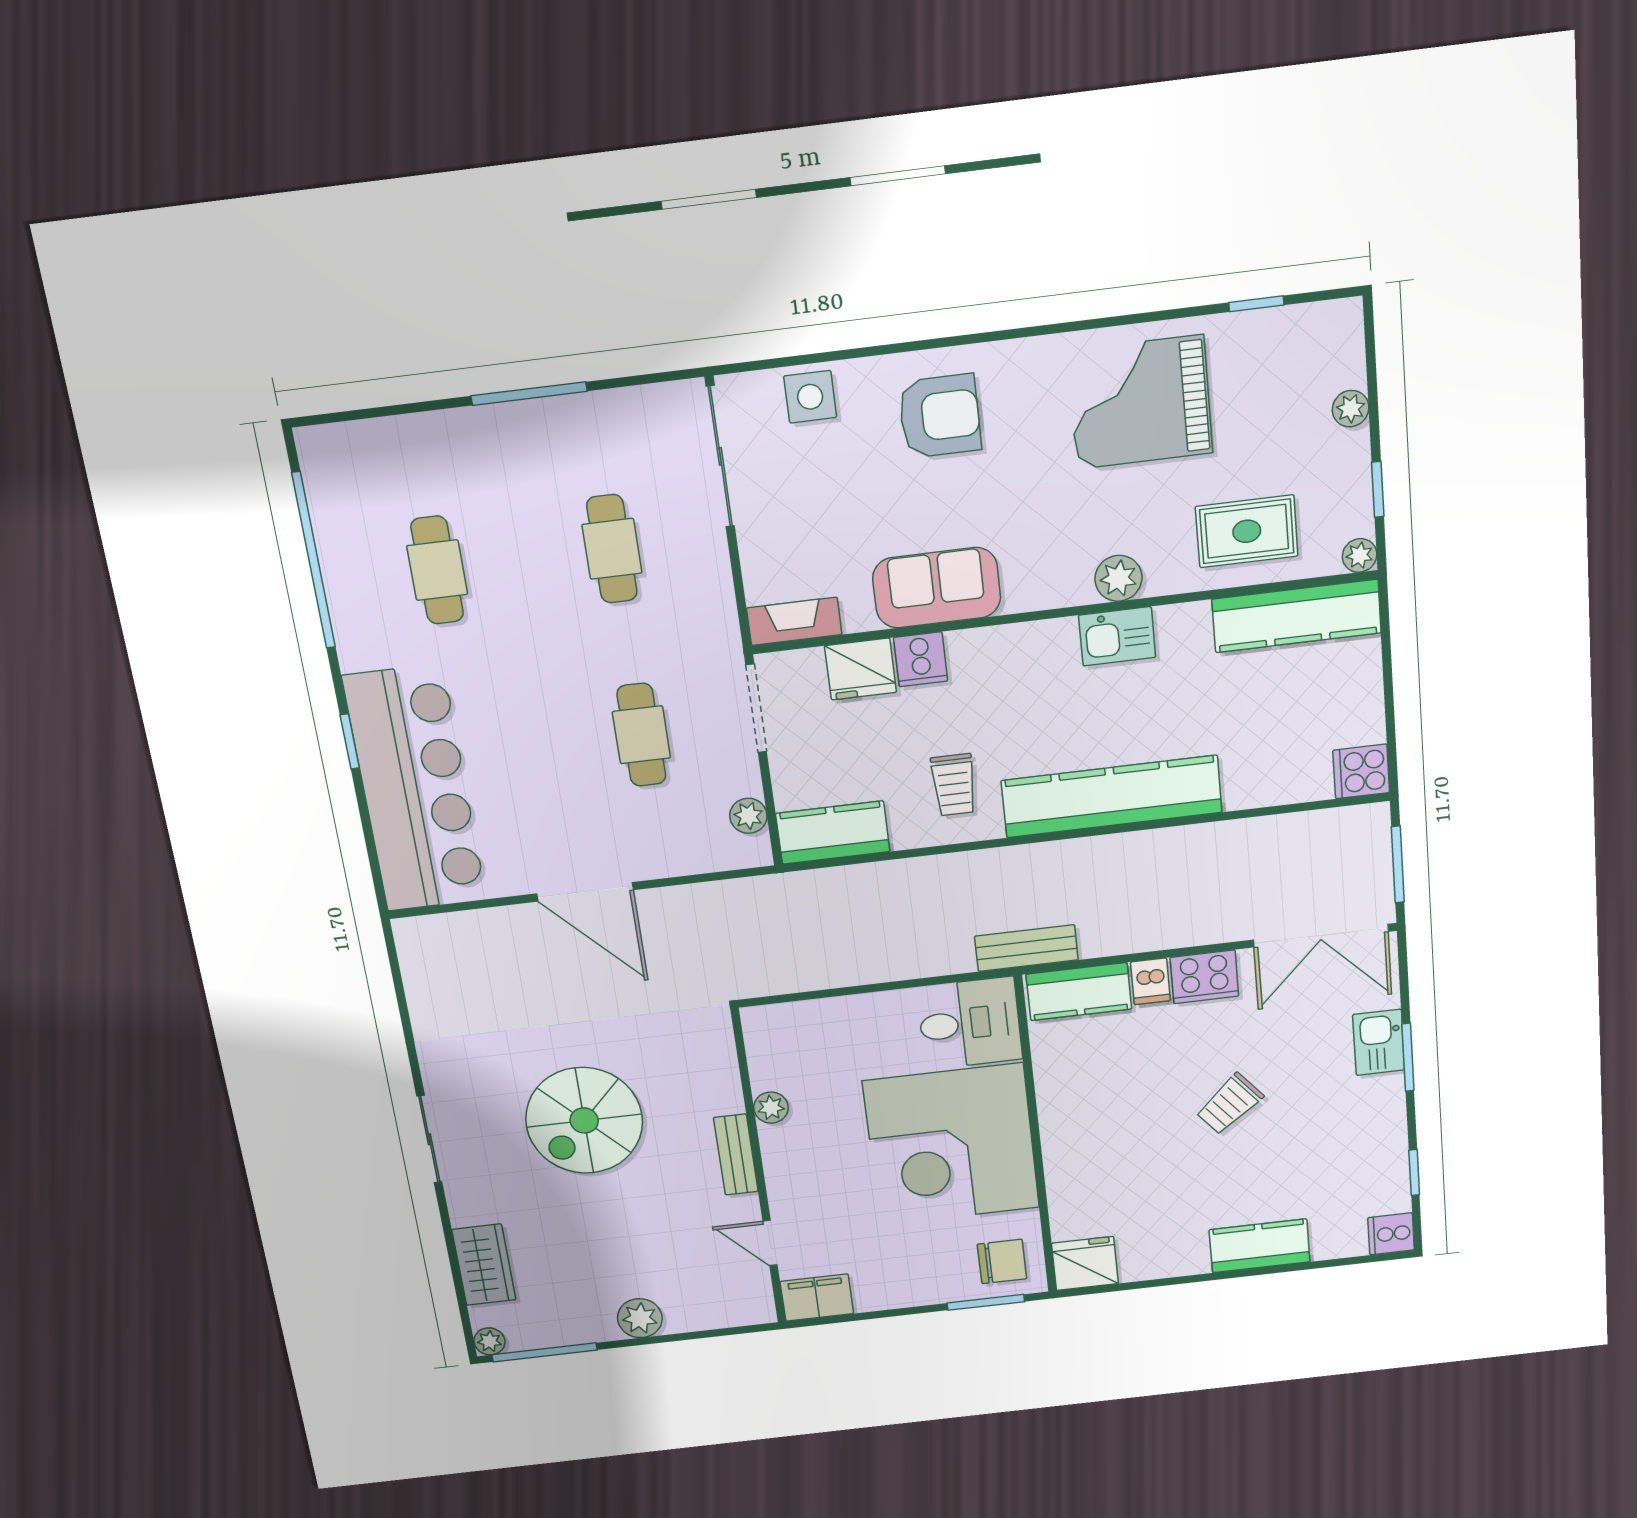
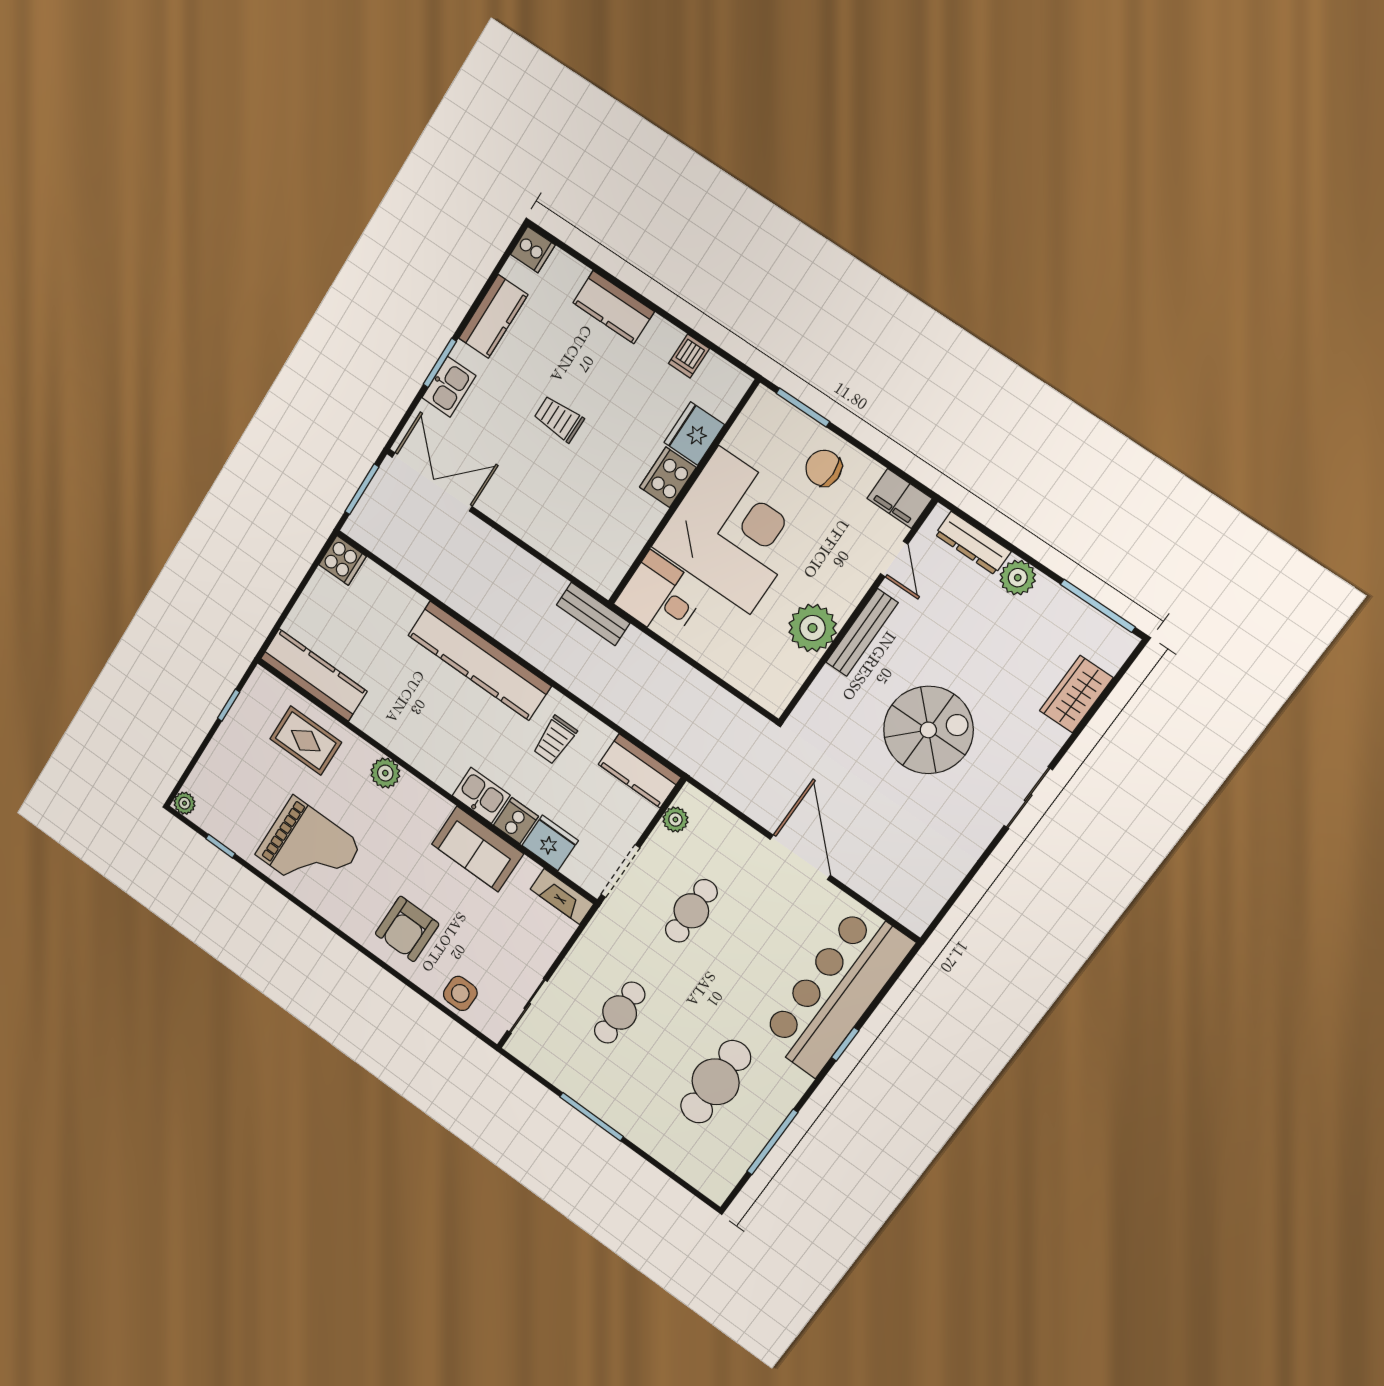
plant: (1351, 409) -> (184, 803), moved
armchair: (940, 416) -> (407, 929), turned -90
sliding door: (720, 456) -> (527, 1006), width x0.73
plant: (1360, 555) -> (261, 679), removed
window: (314, 561) -> (772, 1142), width x0.68
cafe table: (437, 570) -> (716, 1082), width x1.37, depth x1.35
kitchen sink: (1117, 636) -> (481, 795), moved
trolley: (954, 785) -> (555, 740), turned 180
cooker: (1204, 977) -> (668, 477), moved, turned -90
dishwasher: (1150, 981) -> (689, 356), moved, turned 180
kitchen counter: (1079, 992) -> (493, 316), moved, turned 90
trolley: (1229, 1104) -> (559, 419), turned -140
plant: (771, 1108) -> (813, 628), width x1.88, depth x1.88
bench: (736, 1155) -> (862, 633), width x1.36
window: (1414, 1173) -> (490, 282), removed
chair: (1002, 1261) -> (824, 468), moved
fridge: (1085, 1263) -> (694, 434), moved, turned 90
dresser: (711, 1314) -> (973, 543), added
plant: (489, 1341) -> (1124, 642), removed

